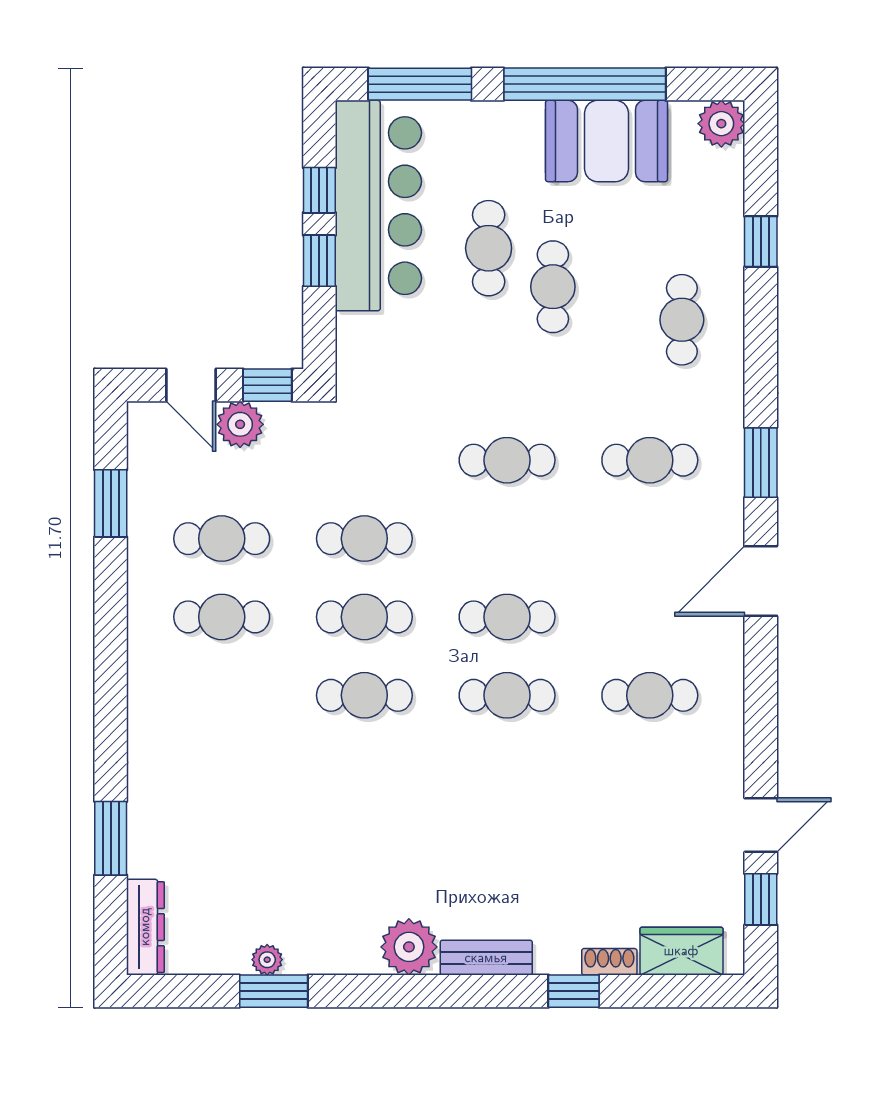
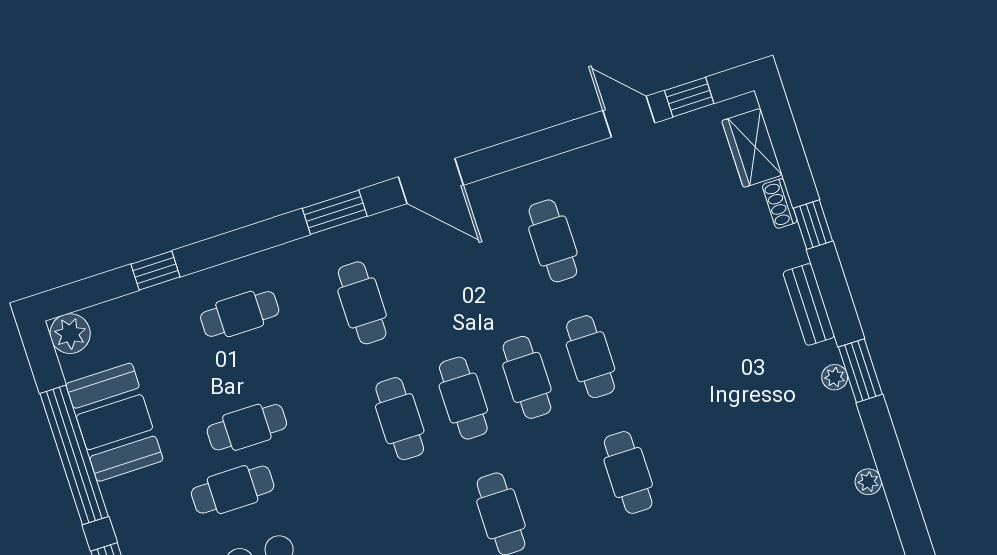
cafe table: (364, 617) -> (463, 398), moved
plant: (409, 947) -> (835, 377), width x0.53, depth x0.53
window: (274, 991) -> (860, 371), moved

